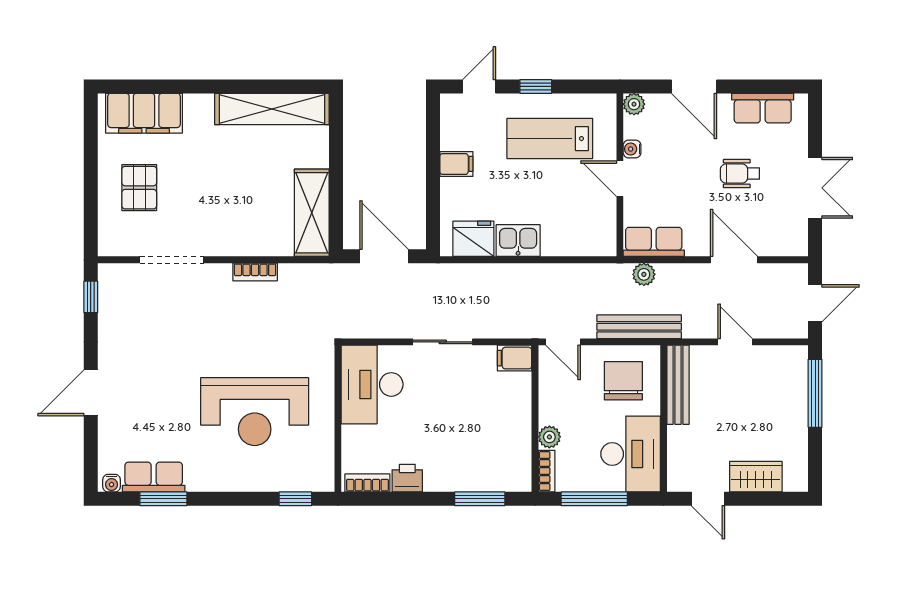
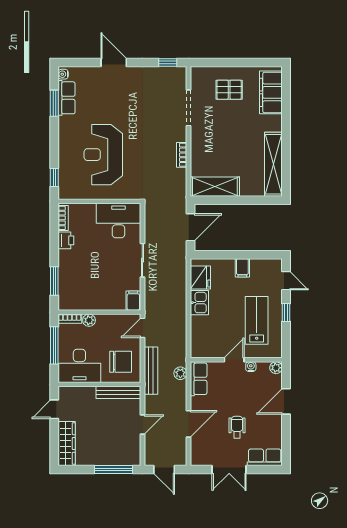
row of seats: (763, 108) -> (265, 457), moved, turned 90
wardrobe: (756, 477) -> (67, 443), width x1.50

